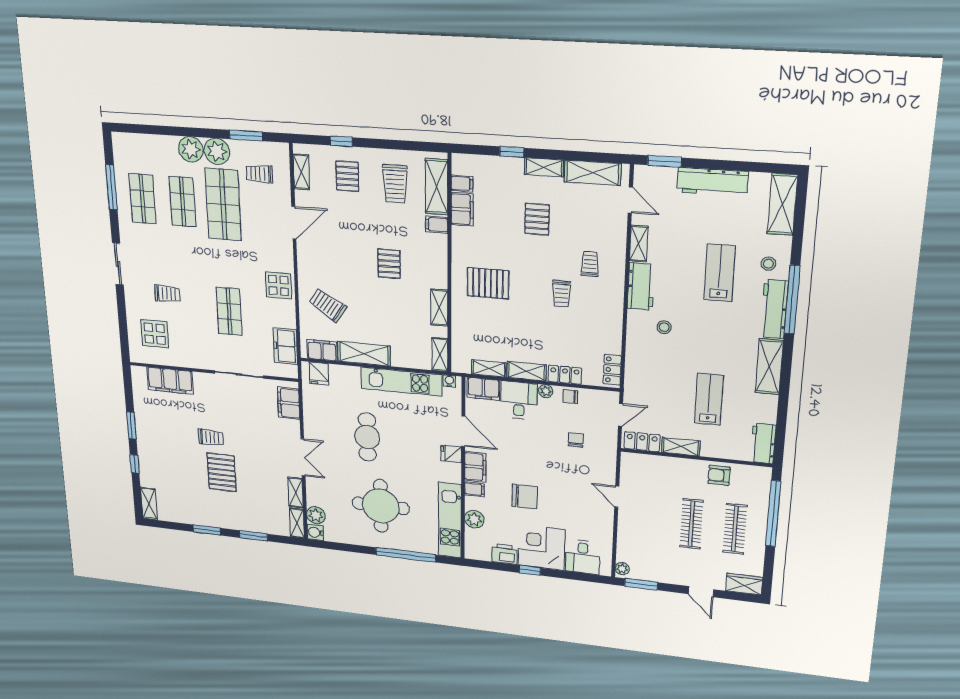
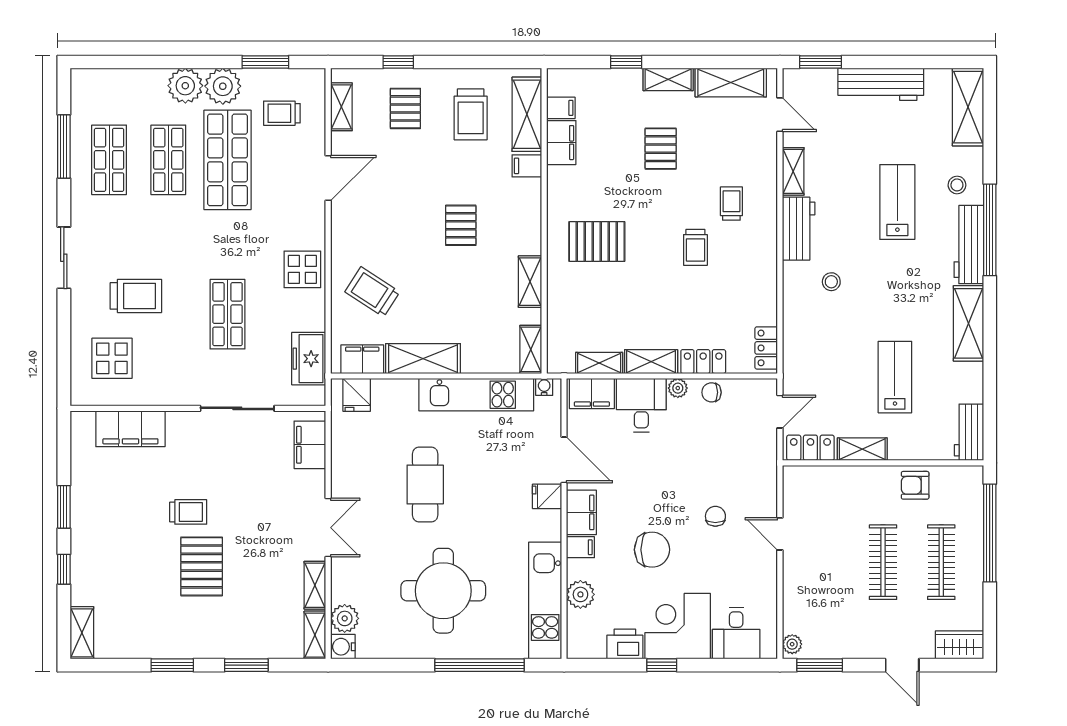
trolley: (167, 294) -> (136, 296), width x1.36, depth x1.39
chair: (576, 440) -> (715, 516), moved

